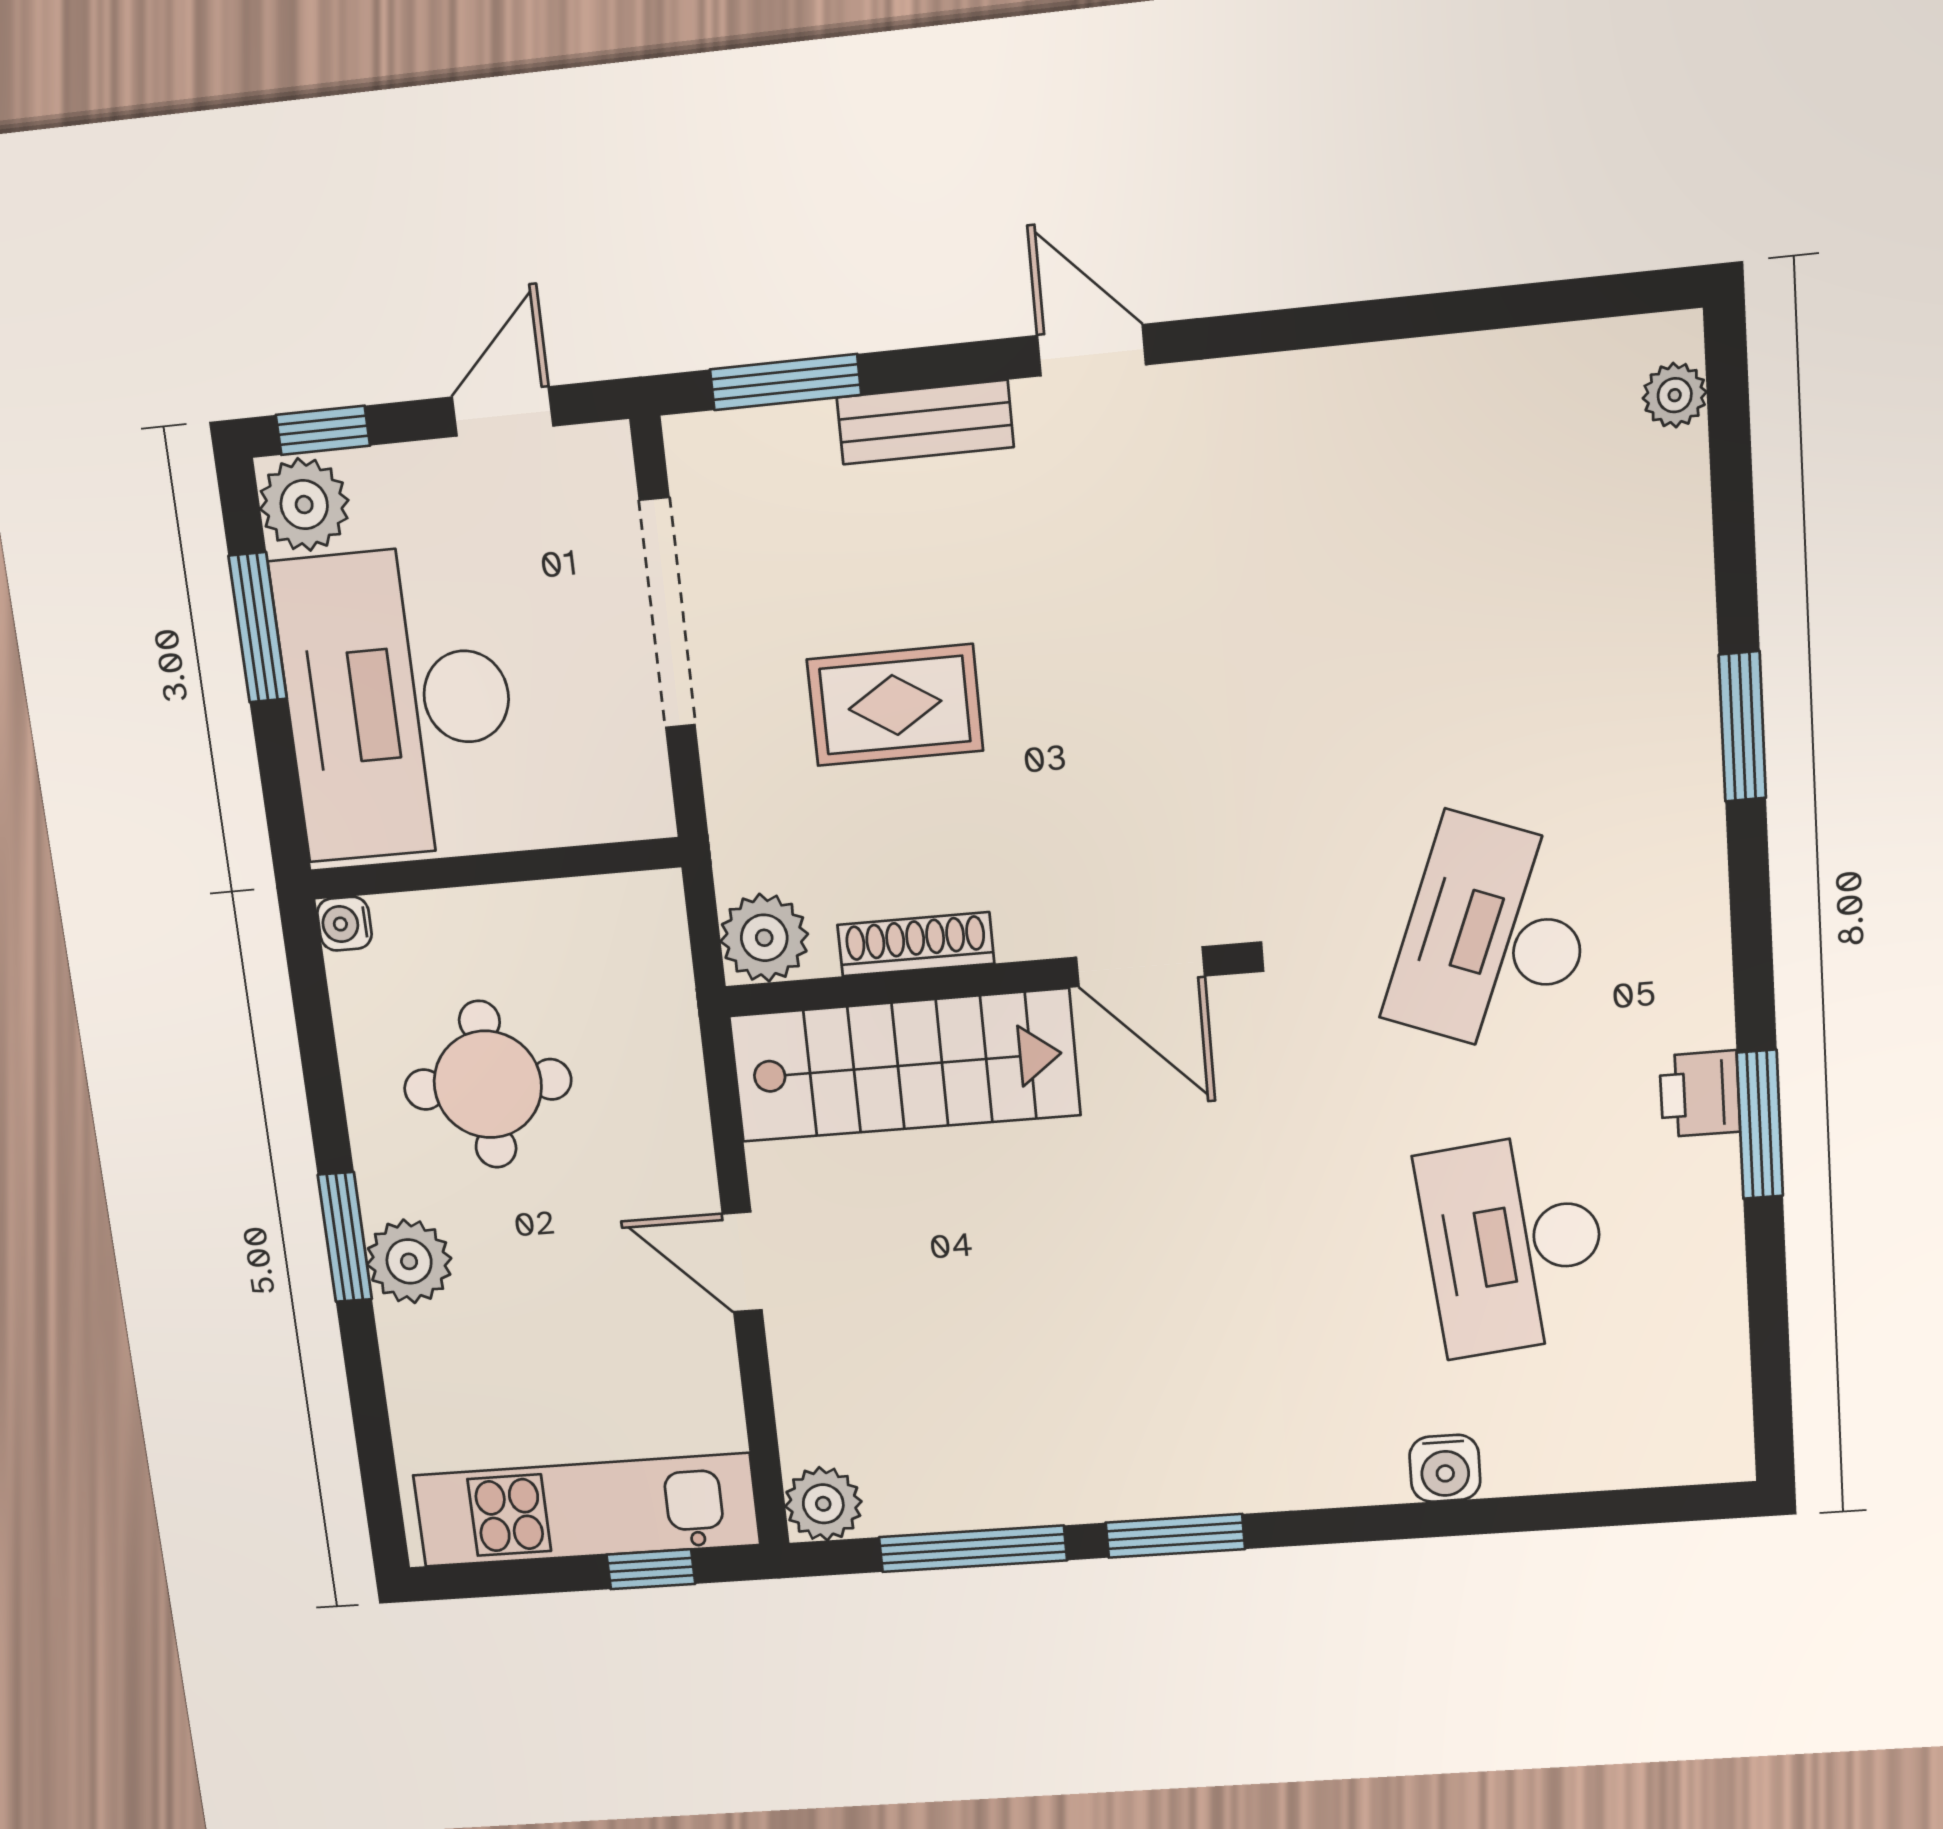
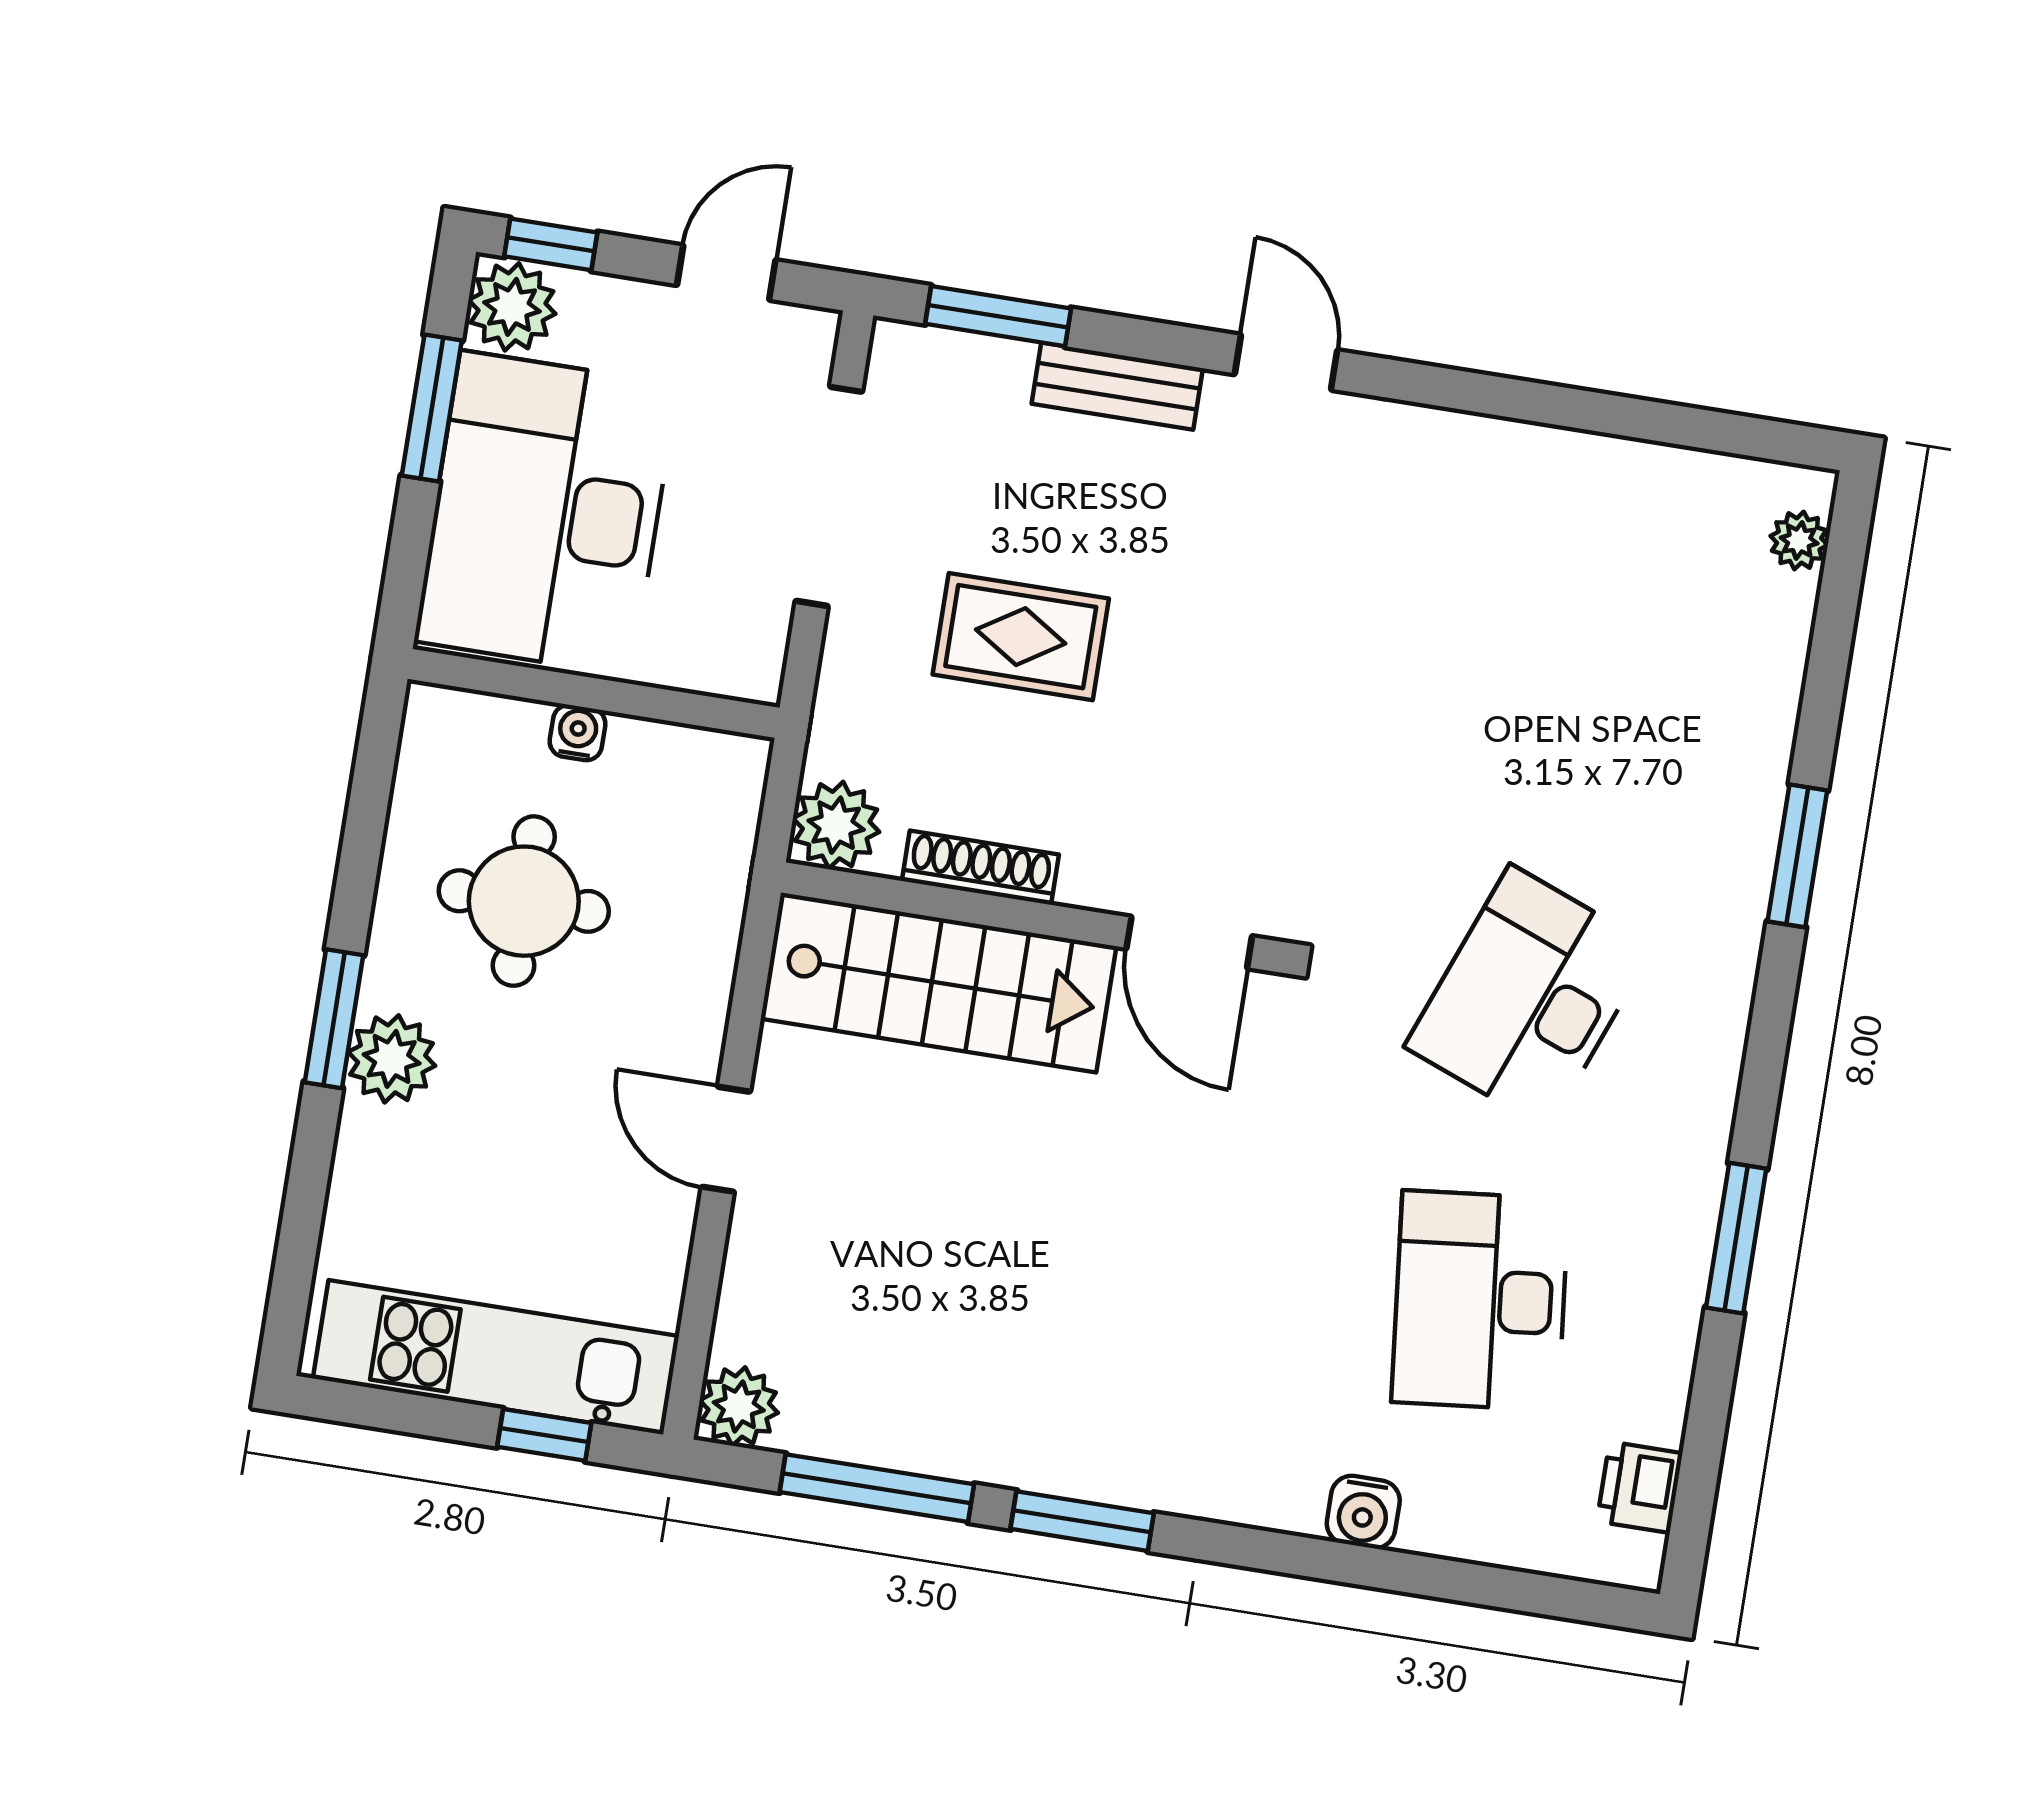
water cooler: (344, 924) -> (578, 733), moved, turned 90
printer: (1700, 1094) -> (1640, 1487), moved

